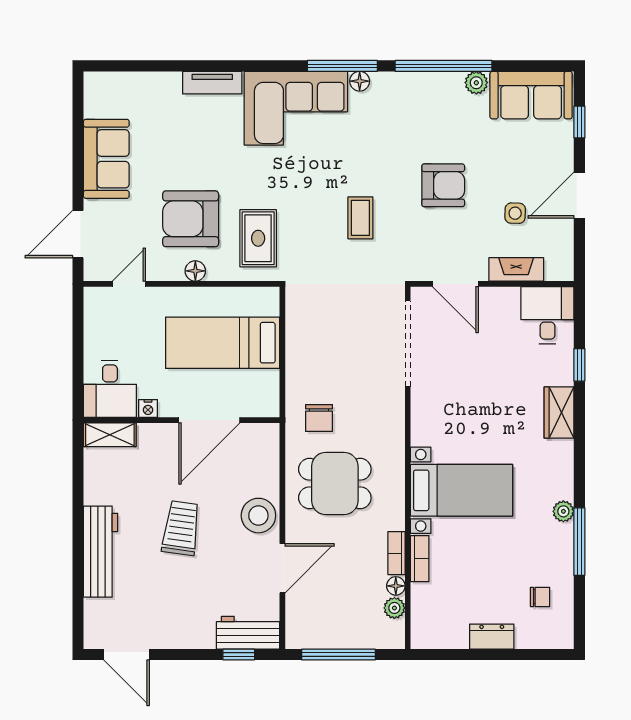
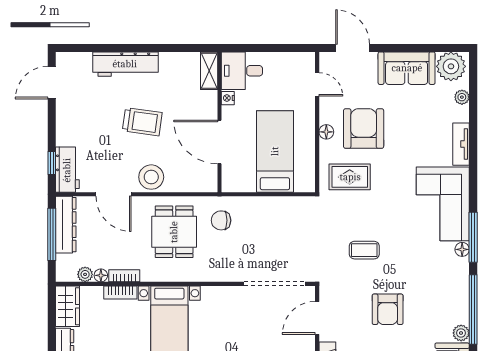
plant: (147, 82) -> (462, 97), added
plant: (104, 97) -> (451, 66), added
wardrobe: (439, 633) -> (67, 306), added
dresser: (325, 635) -> (66, 225), added

